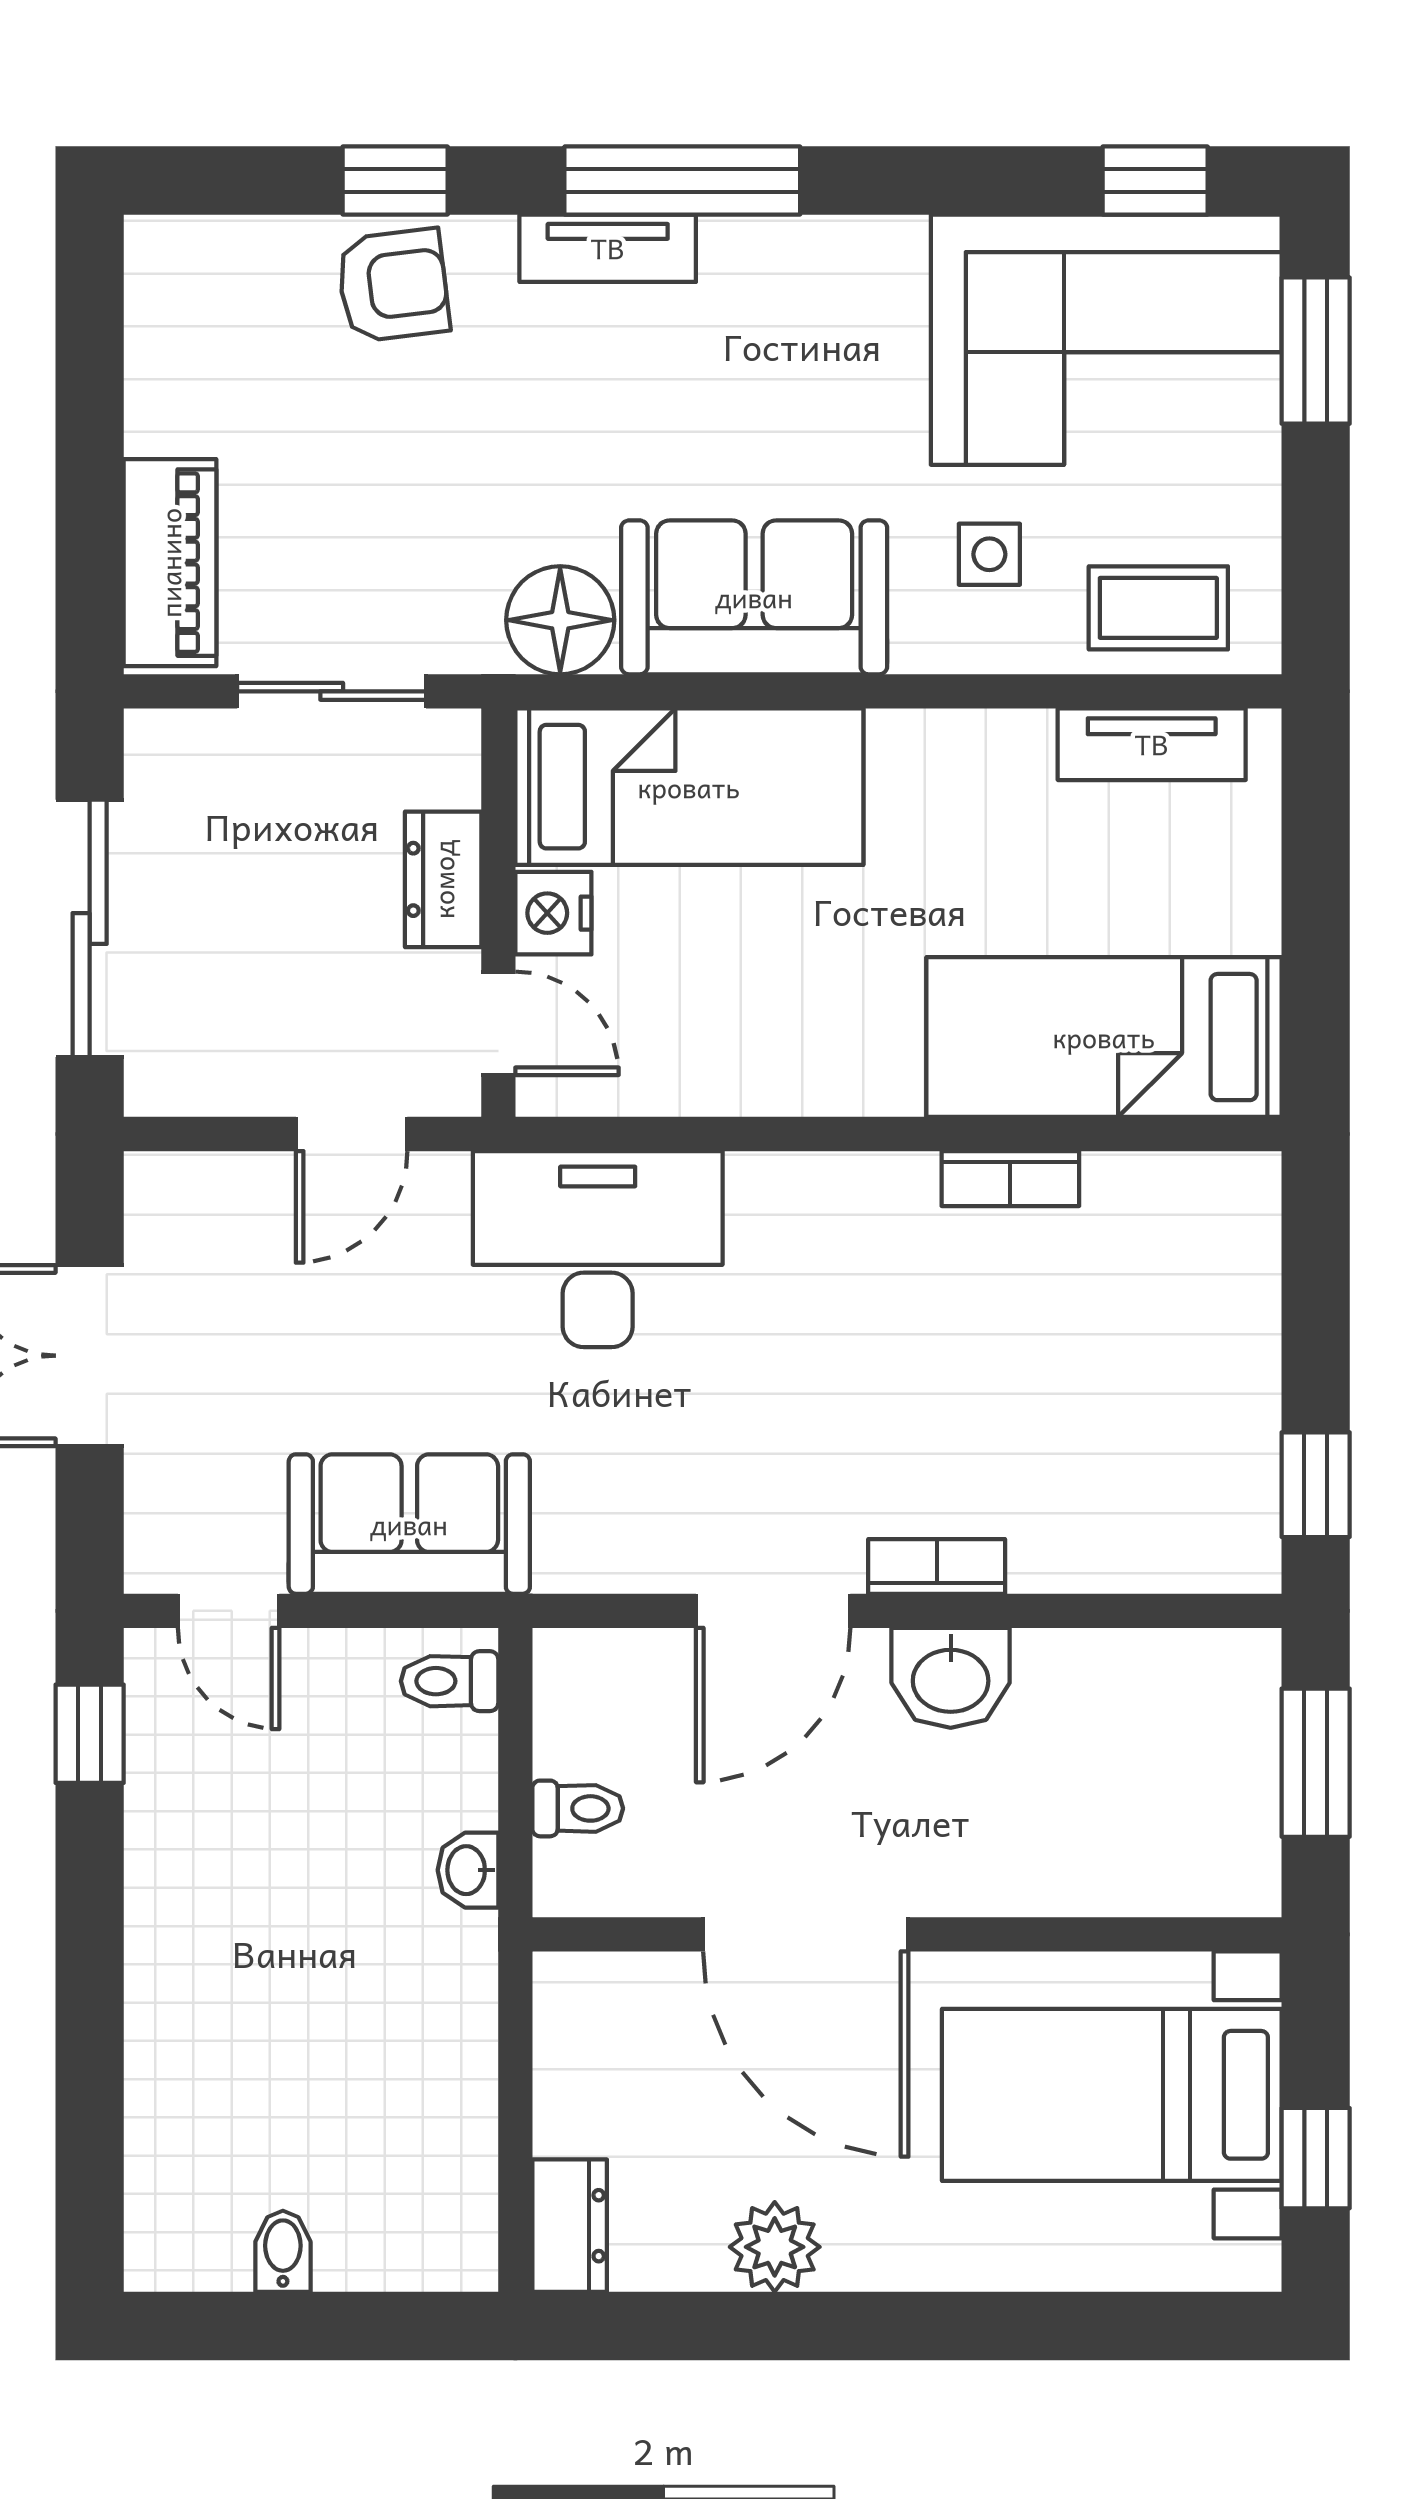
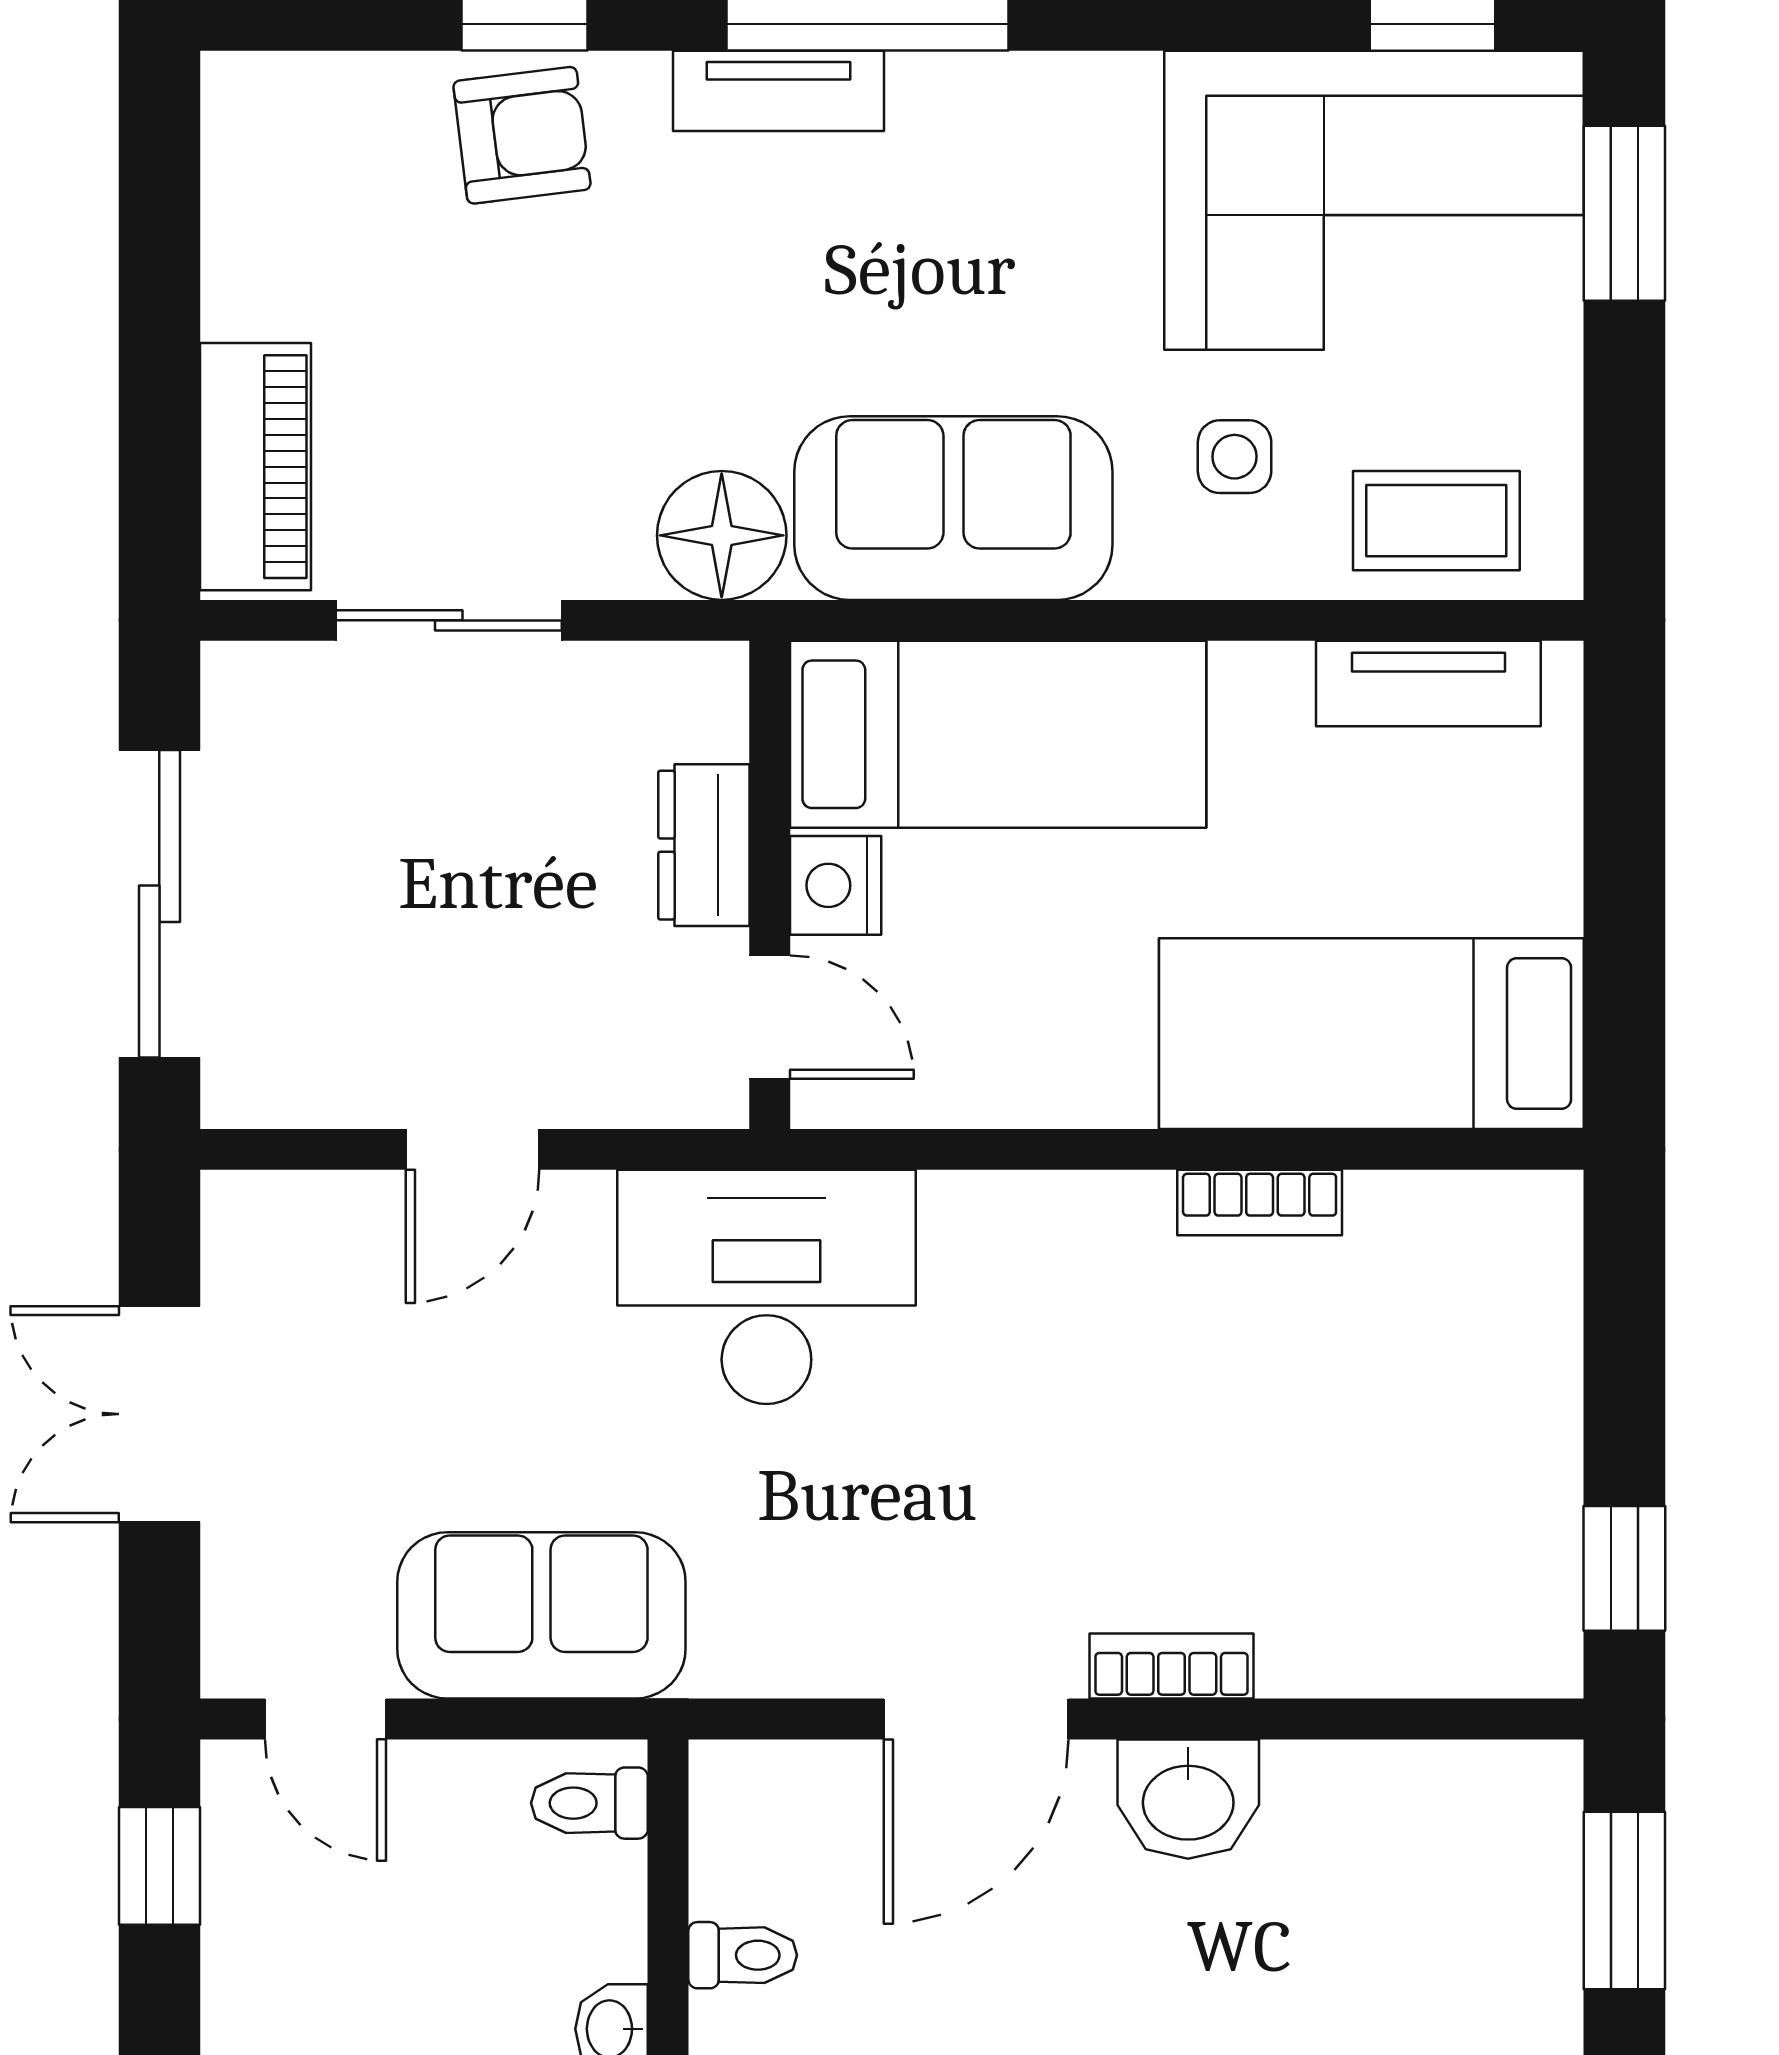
bed: (689, 787) -> (998, 734), moved
dresser: (443, 879) -> (704, 845), moved
wall: (498, 913) -> (770, 885), moved
nightstand: (553, 913) -> (836, 885), moved
door: (498, 1023) -> (770, 1017), moved

